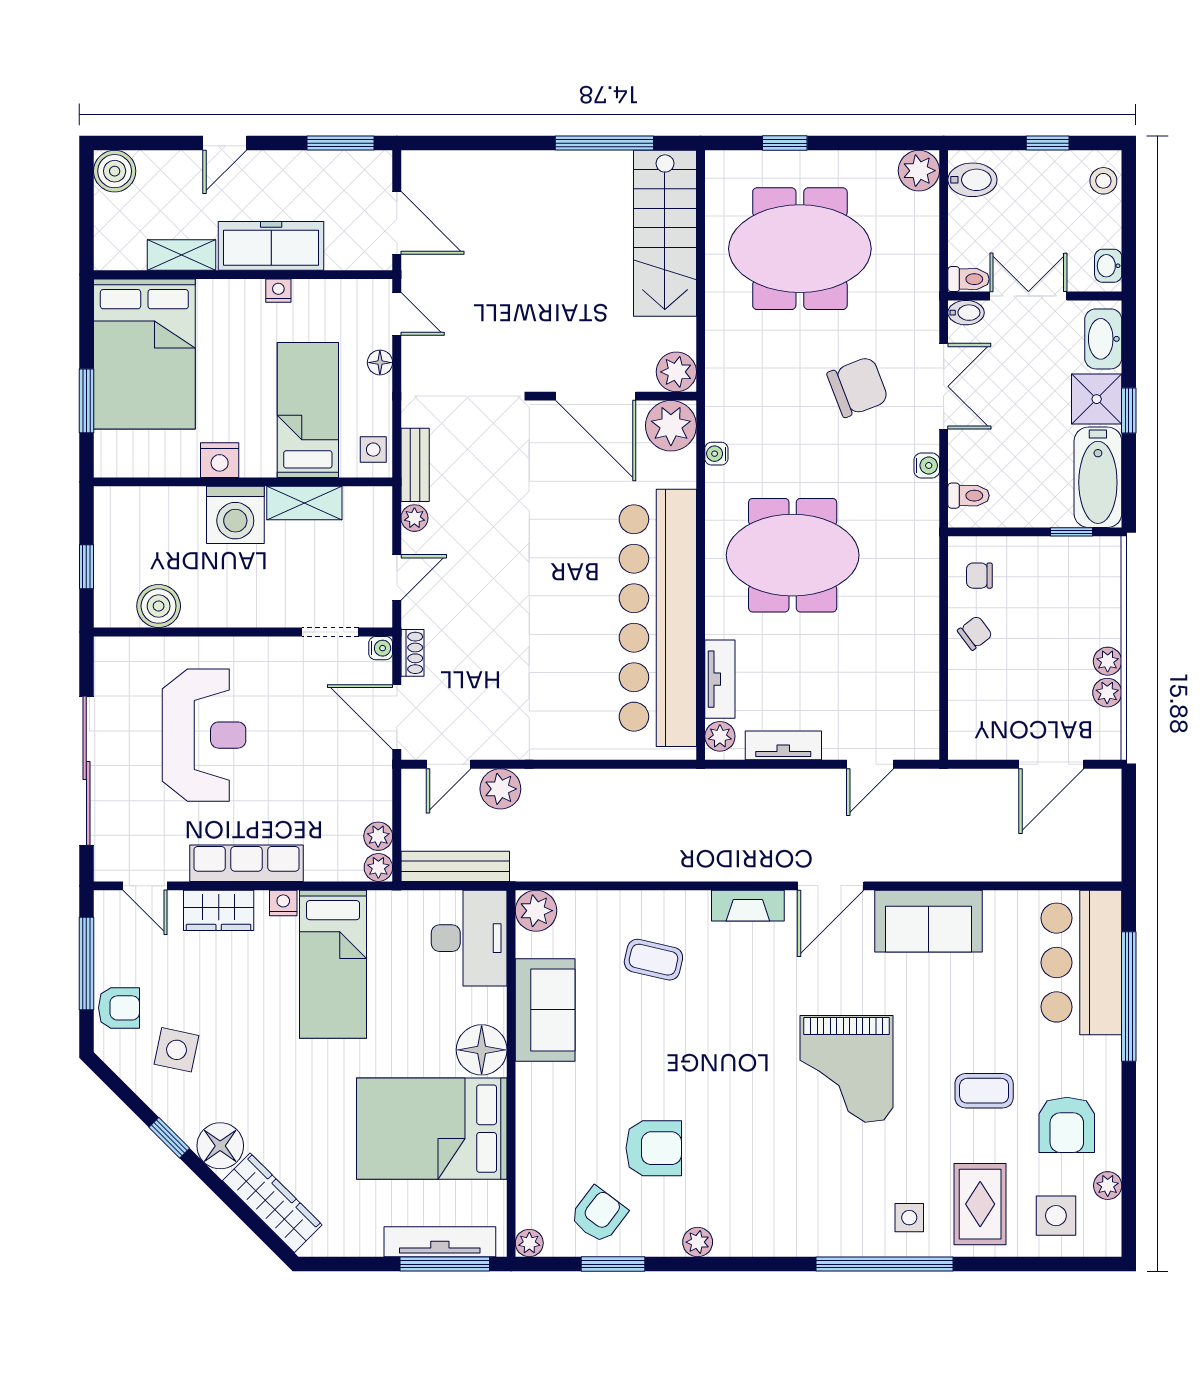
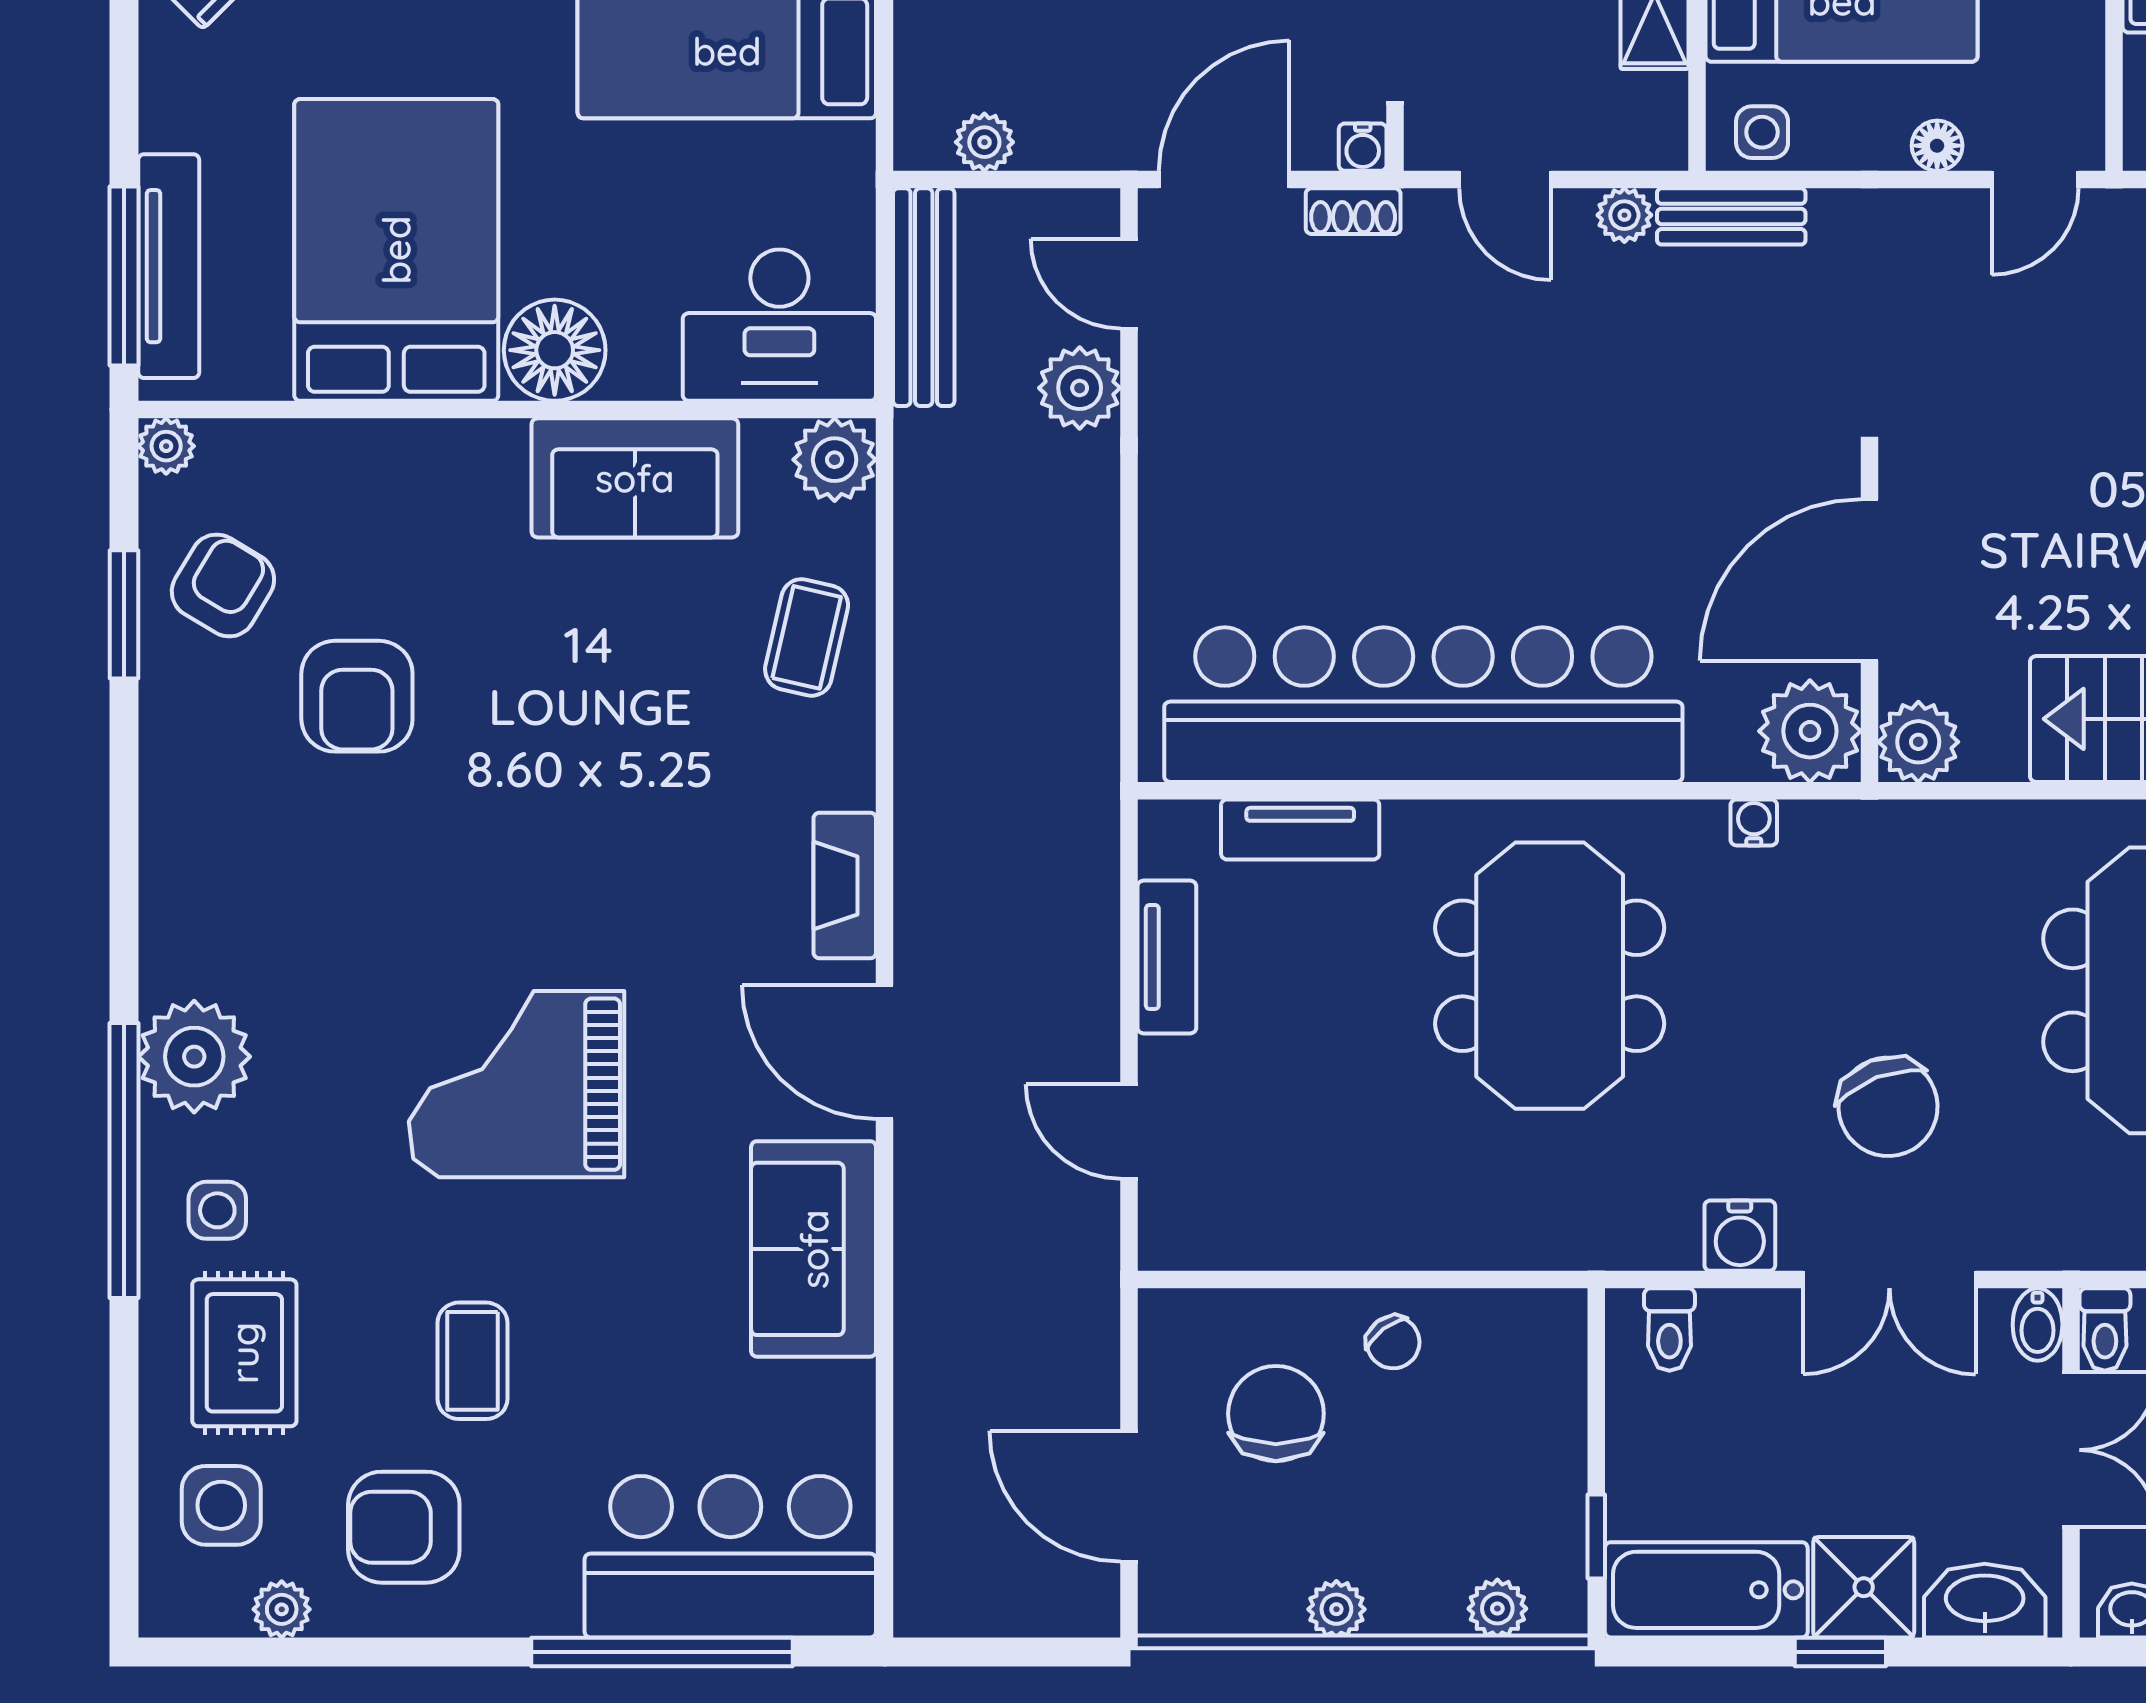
water cooler: (927, 465) -> (1740, 1236), width x1.38, depth x1.38
chair: (979, 576) -> (1276, 1414), moved, width x1.87, depth x1.87
plant: (1107, 693) -> (1497, 1609), moved
plant: (720, 736) -> (1185, 829), removed
plant: (378, 867) -> (922, 143), removed
coffee table: (653, 960) -> (807, 637), moved
rug: (980, 1204) -> (244, 1353), turned 90
armchair: (599, 1215) -> (223, 585), turned -96
plant: (698, 1242) -> (194, 1057), moved, width x1.88, depth x1.88

